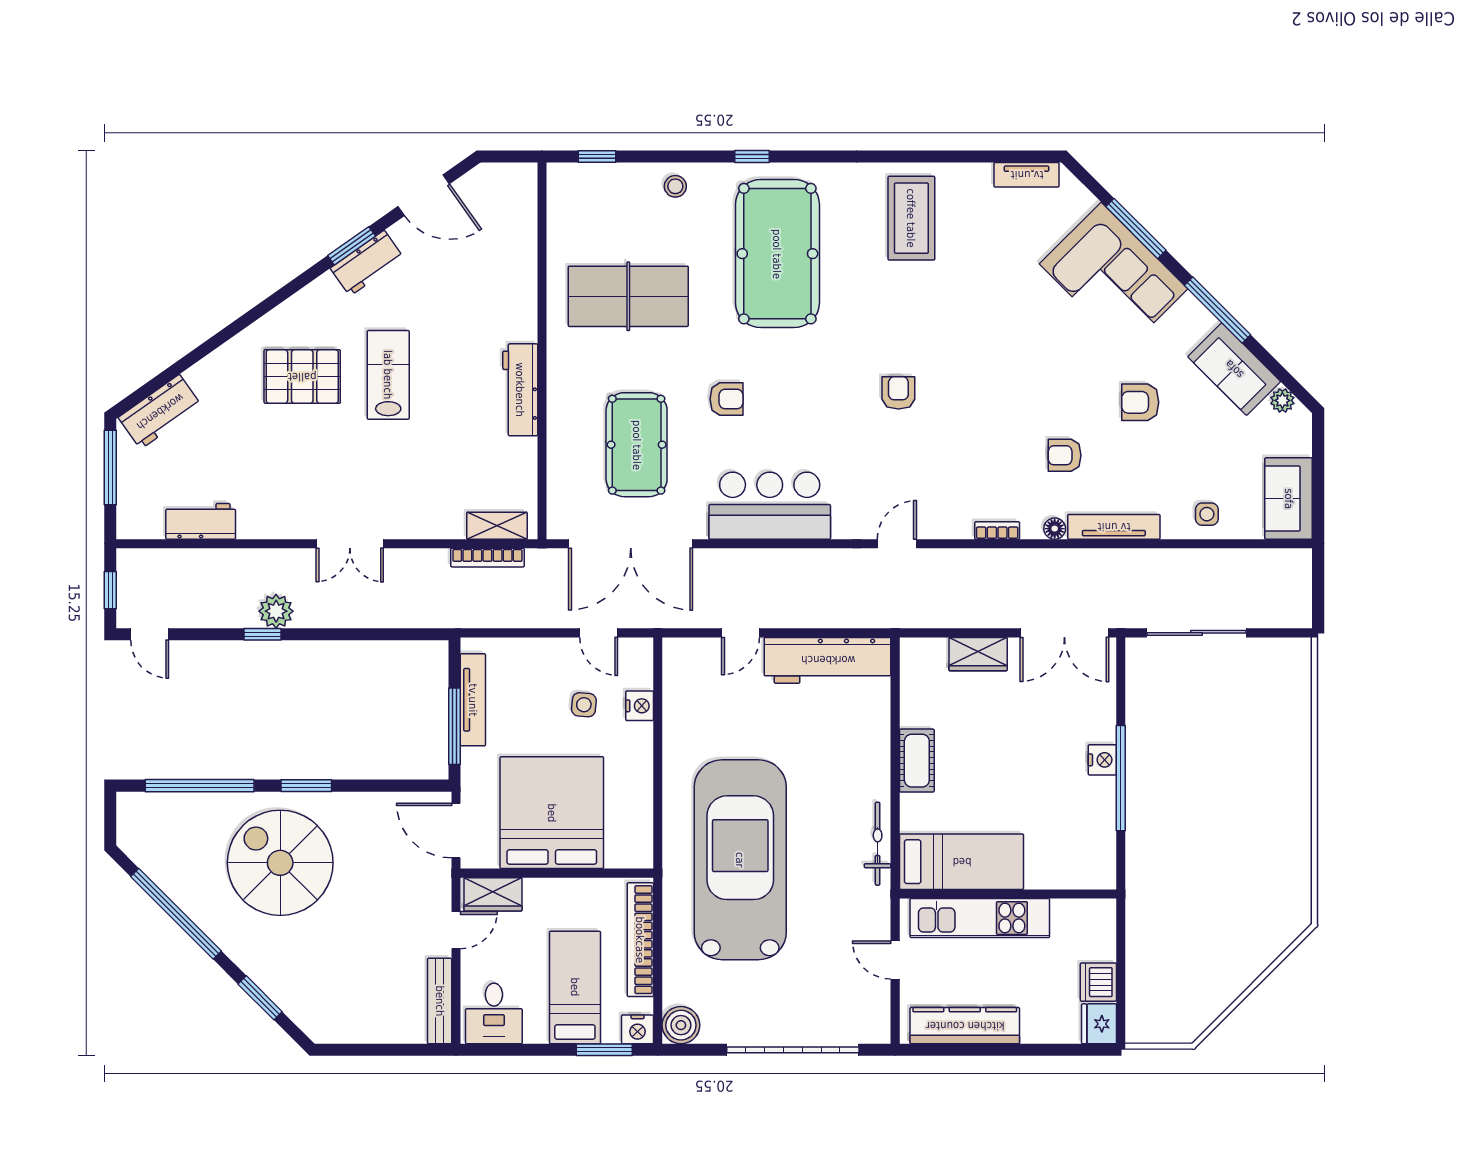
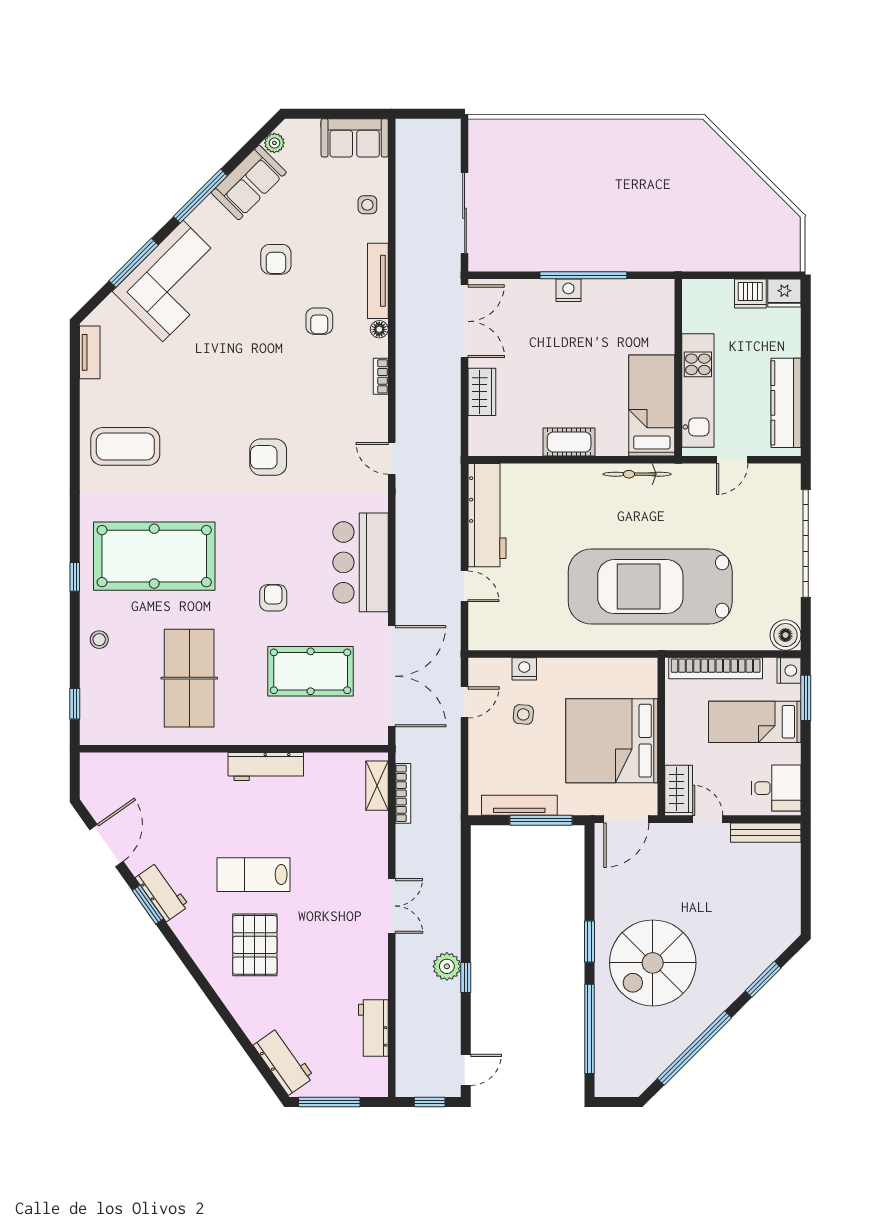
armchair: (898, 393) -> (268, 457), width x1.38, depth x1.38

